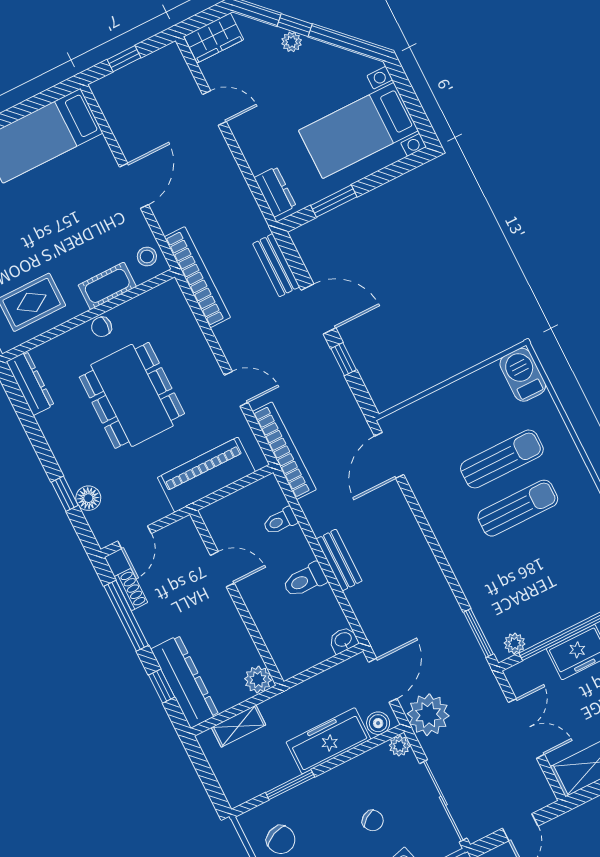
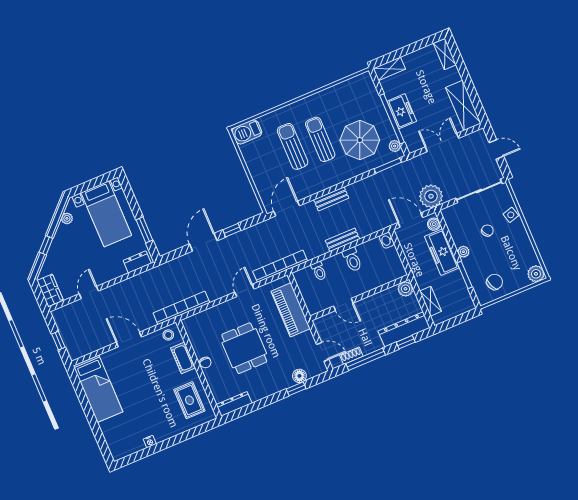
plant: (292, 42) -> (67, 218), moved
bench: (276, 265) -> (331, 199), moved
dining table: (132, 395) -> (244, 348), width x0.73
door: (389, 455) -> (287, 209), swing flipped
door: (222, 569) -> (343, 305), swing flipped
parasol: (521, 580) -> (360, 140), added
plant: (399, 746) -> (463, 252), moved

